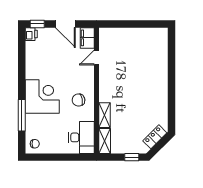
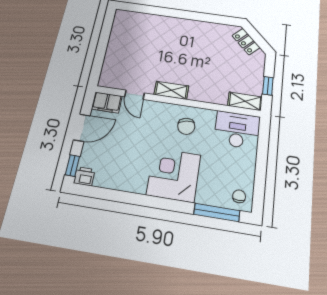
window: (22, 115) -> (217, 212), moved
shelving: (105, 115) -> (171, 90), moved
window: (132, 157) -> (268, 86), moved

